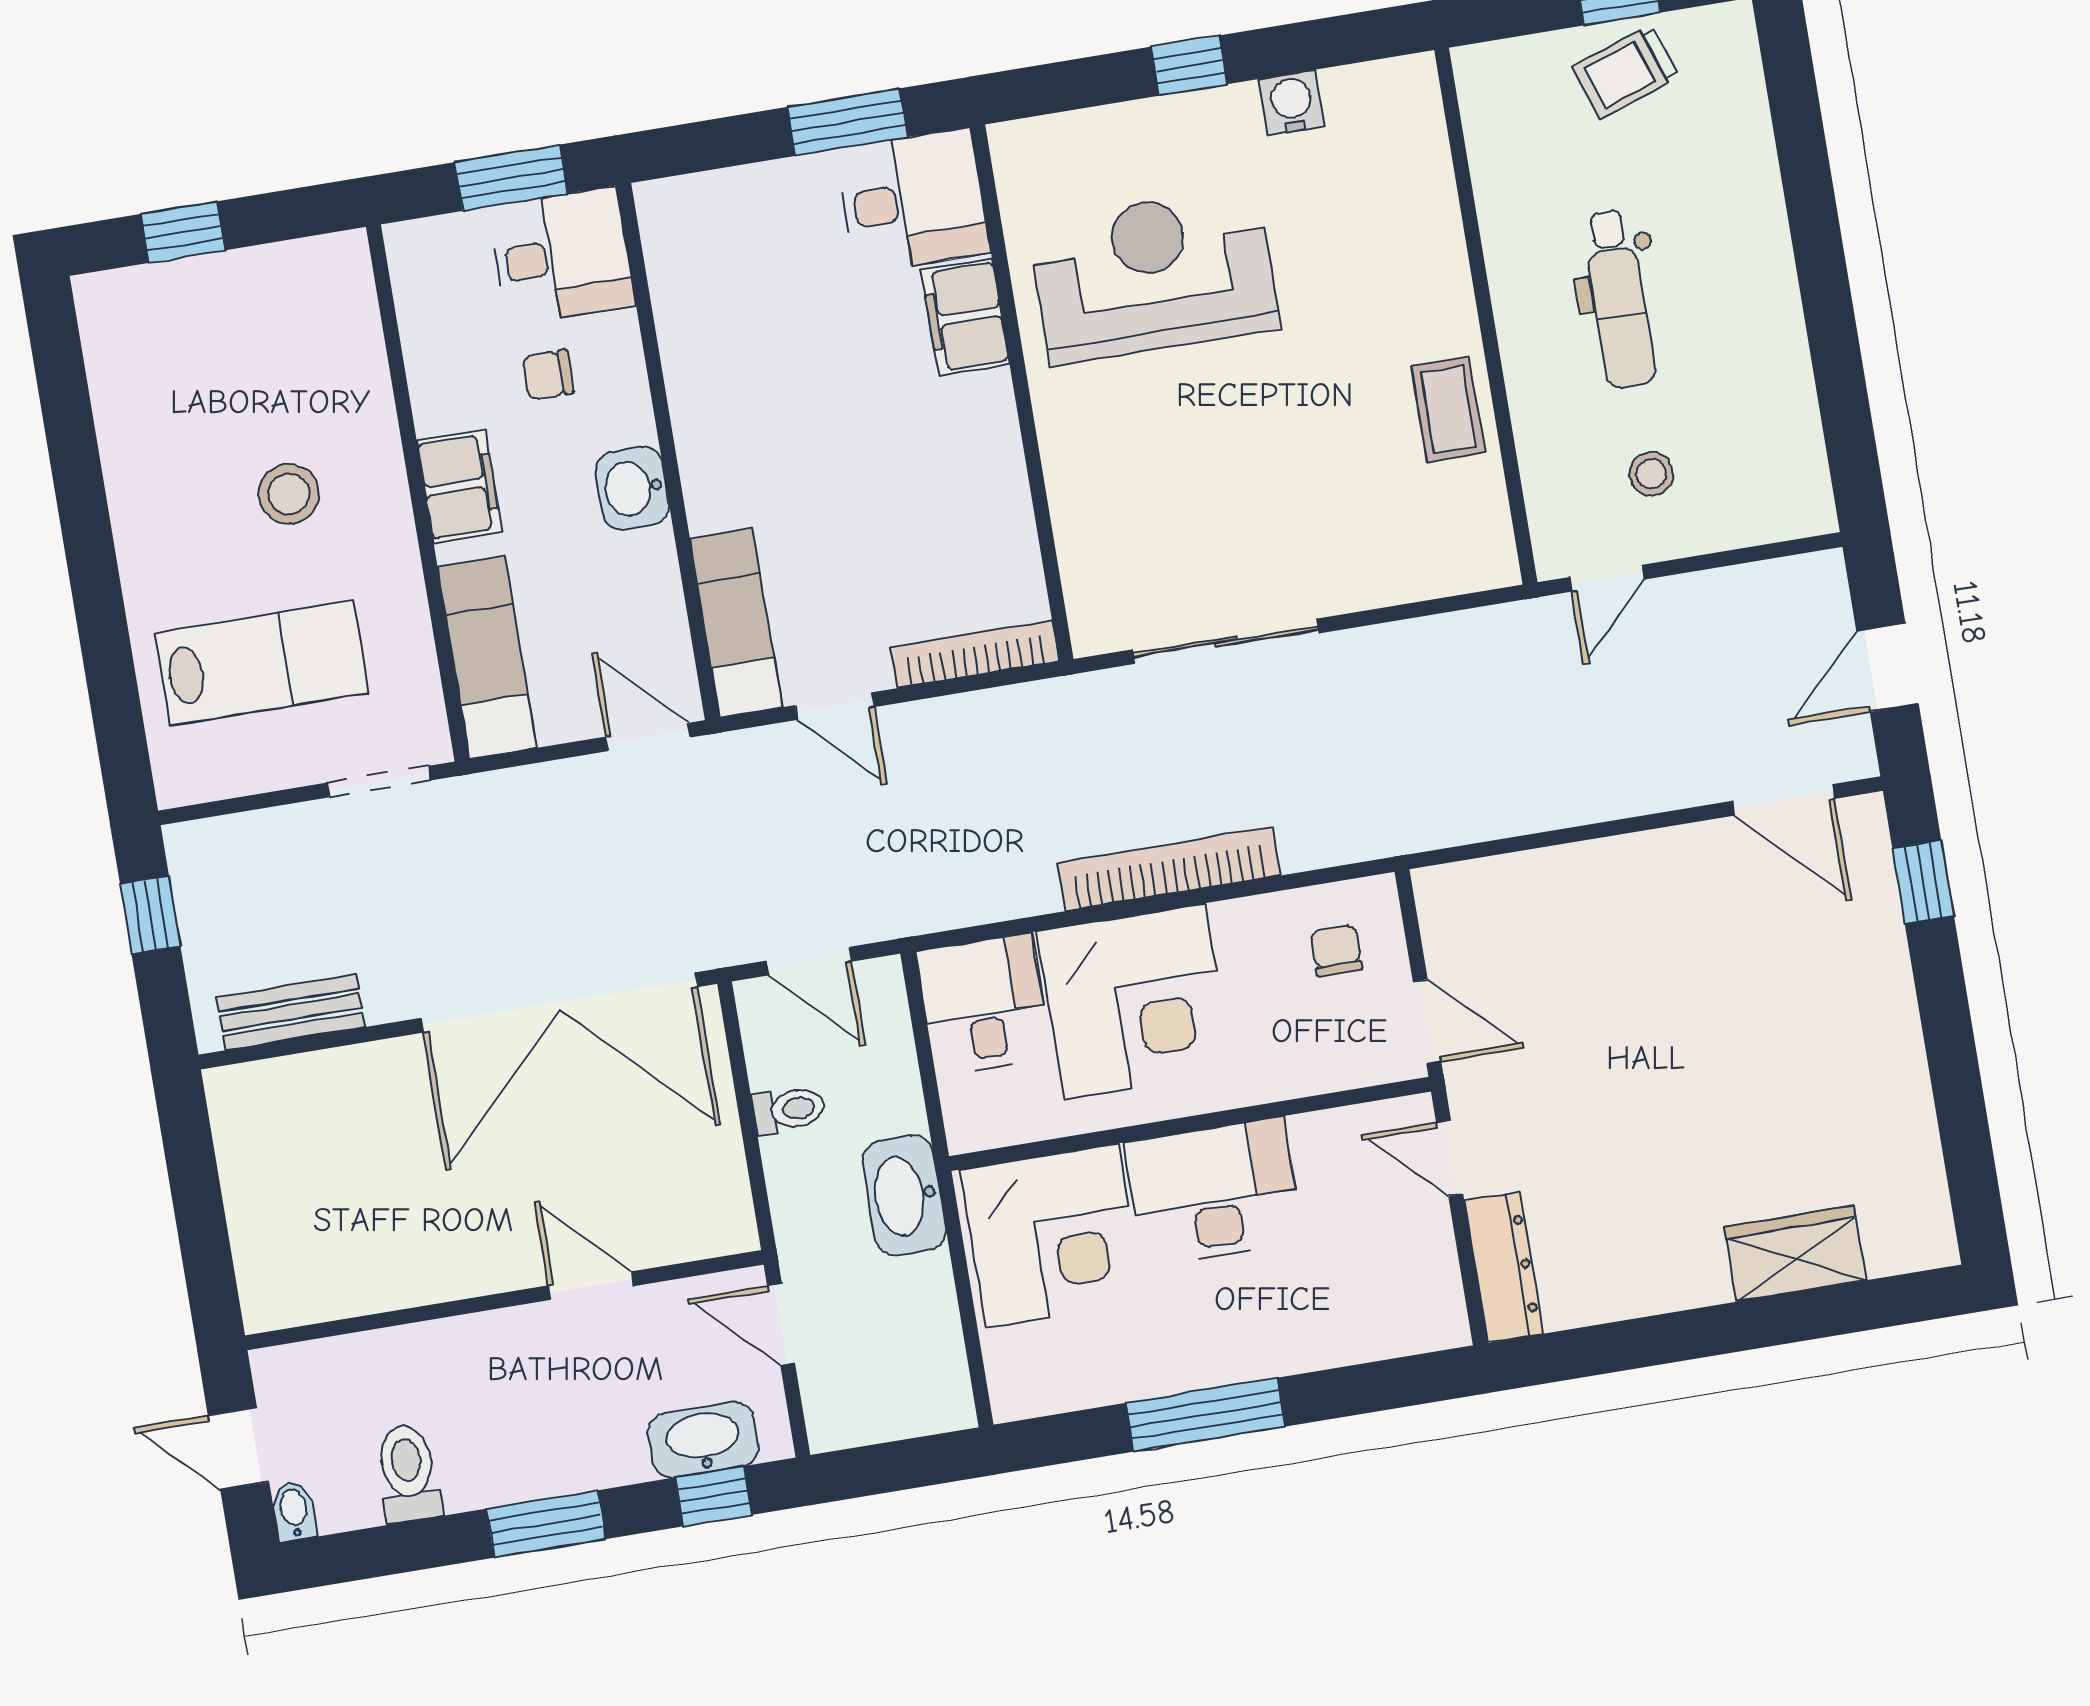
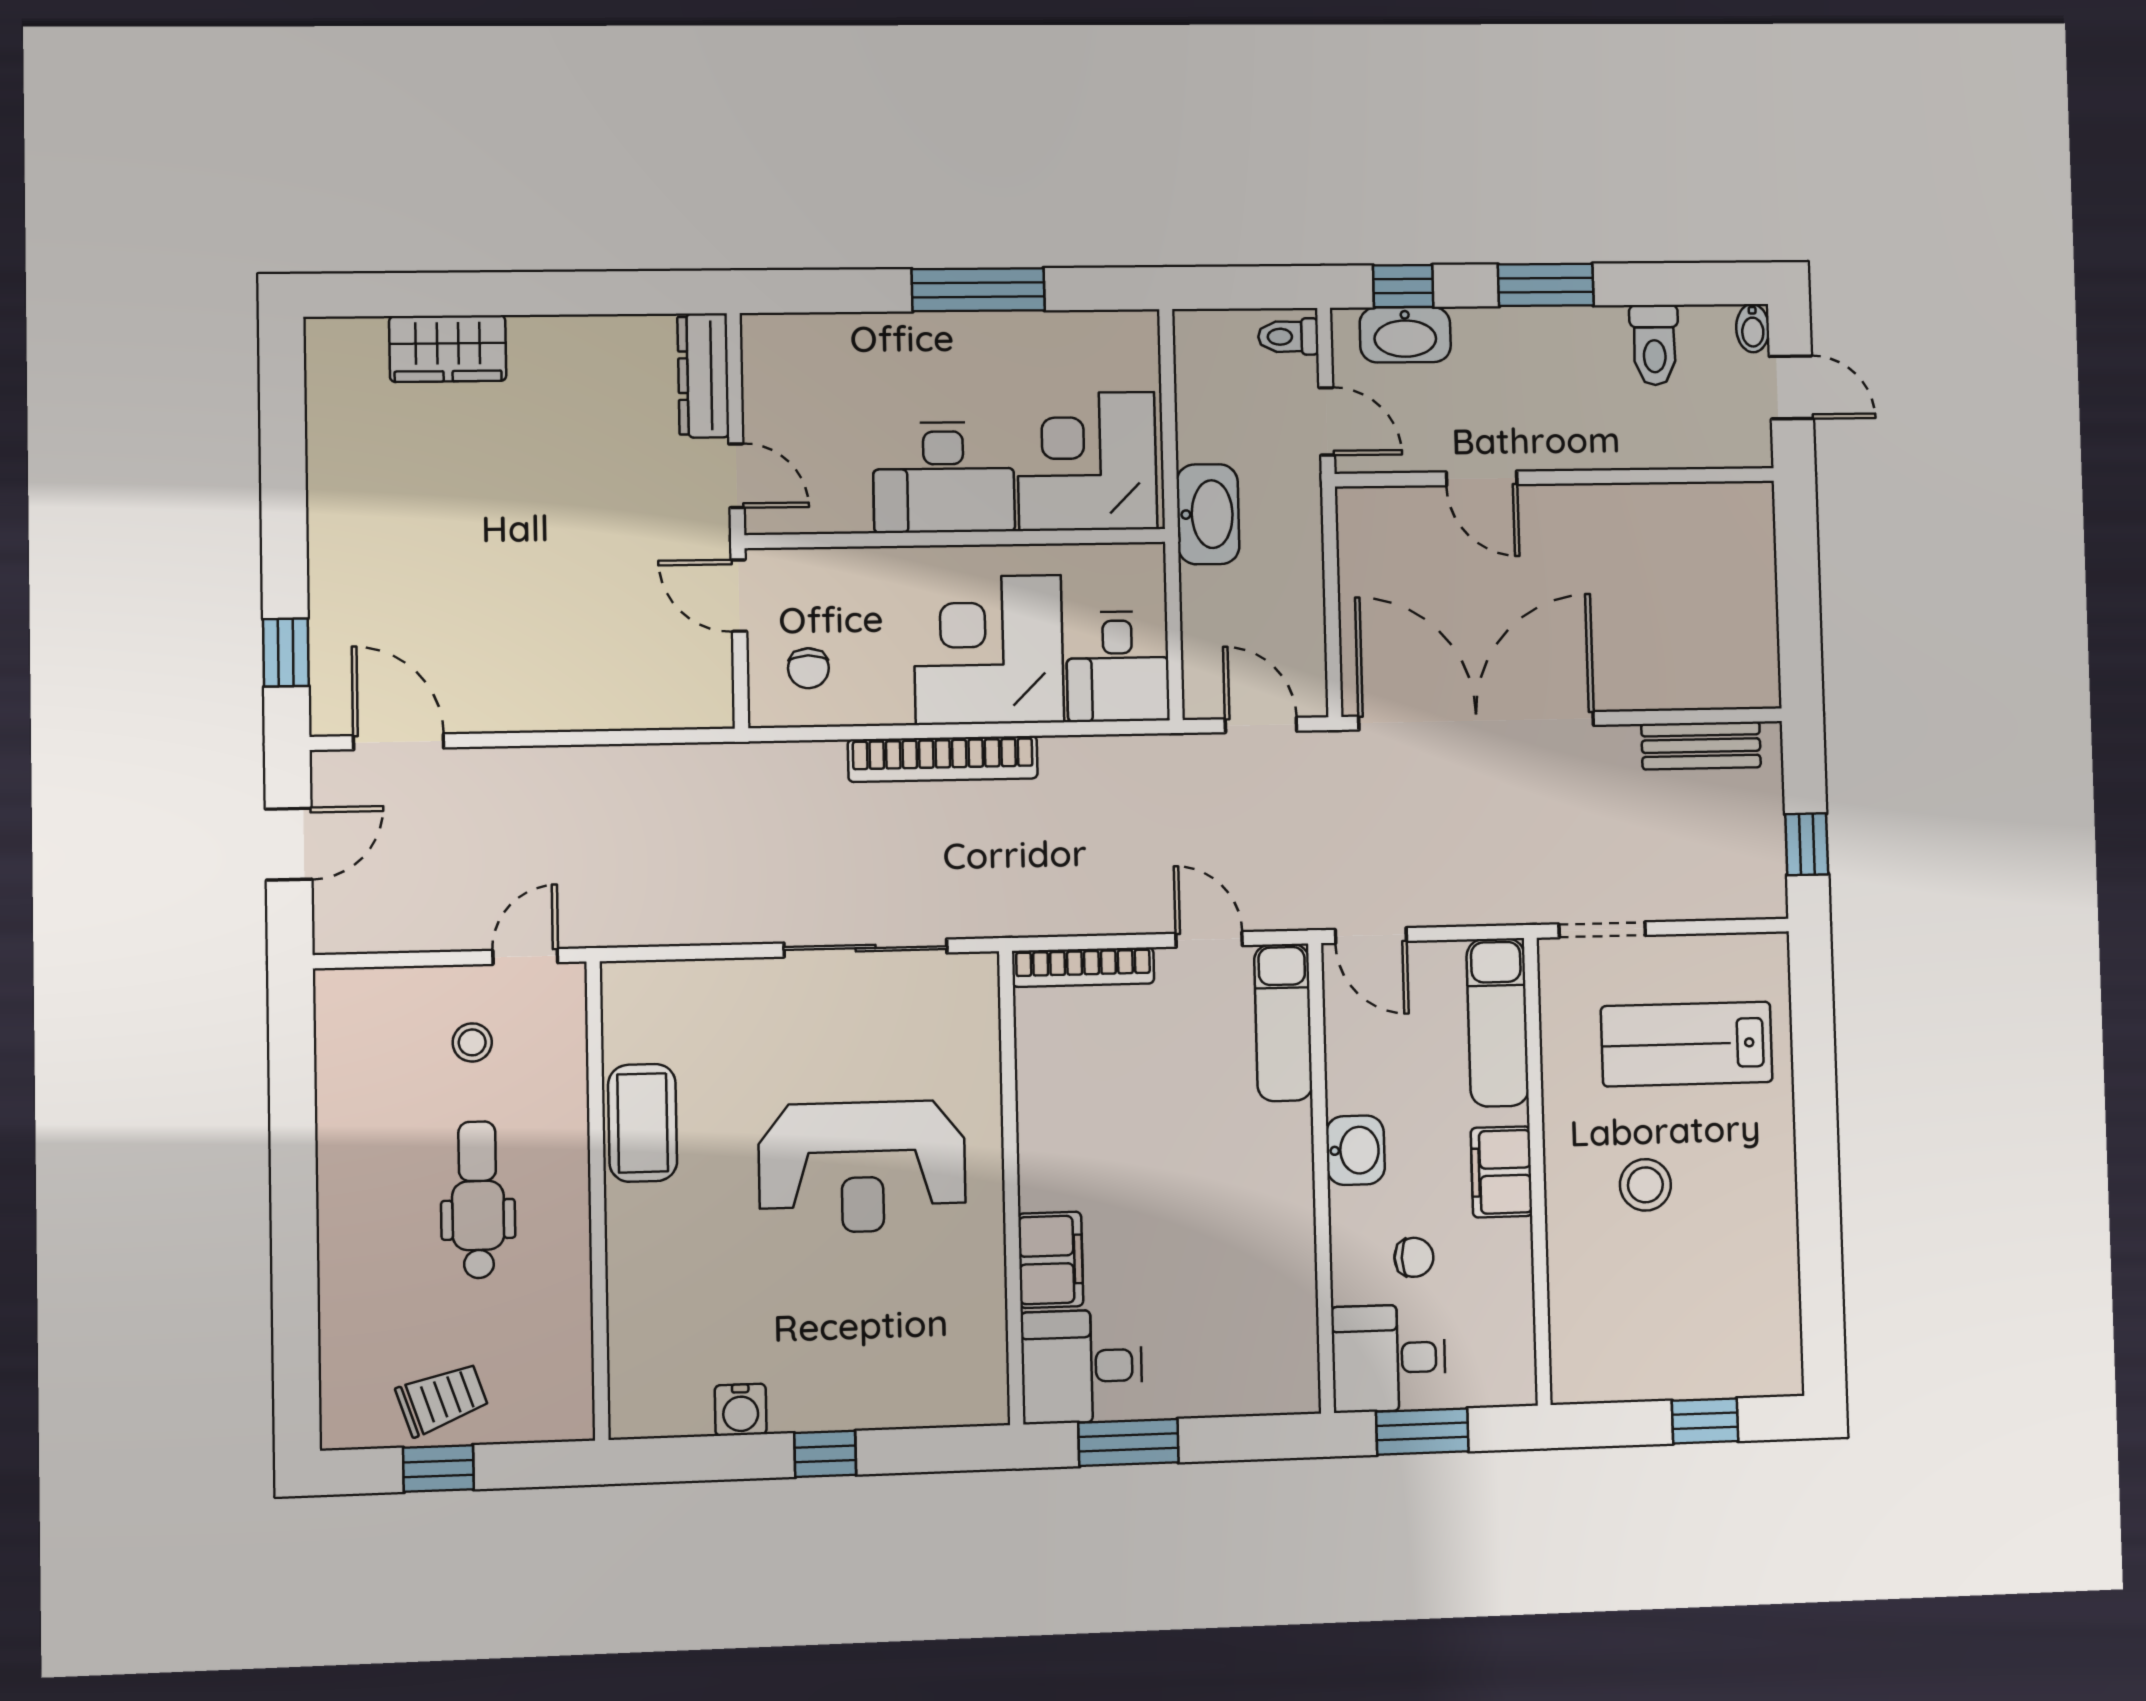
reception desk: (1154, 275) -> (862, 1167), moved
coffee table: (1448, 409) -> (643, 1123), width x1.36, depth x1.30
toilet: (789, 1110) -> (1288, 337), moved

